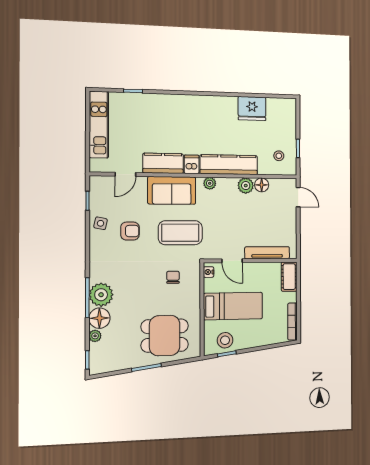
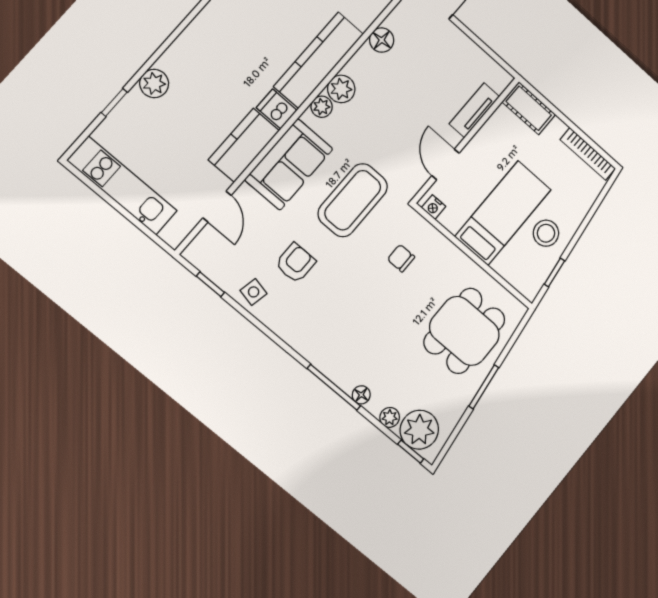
plant: (156, 101) -> (154, 84), added
plant: (246, 186) -> (341, 89), moved
tv unit: (267, 253) -> (474, 110), width x0.71
door: (232, 261) -> (445, 164), swing flipped
plant: (101, 295) -> (419, 430), moved
floor lamp: (99, 318) -> (361, 395), width x0.53, depth x0.53
stool: (225, 340) -> (546, 233), moved

